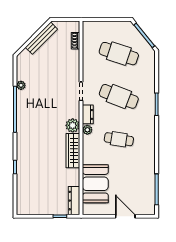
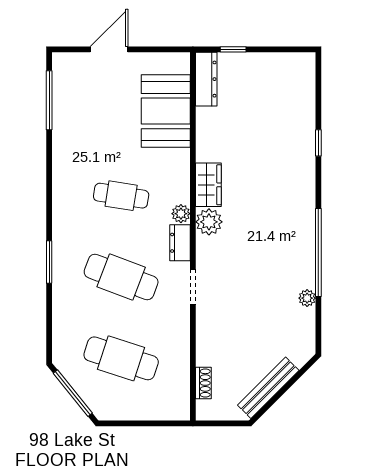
wardrobe: (73, 151) -> (208, 185), width x0.67
door: (125, 216) -> (109, 49), swing flipped

